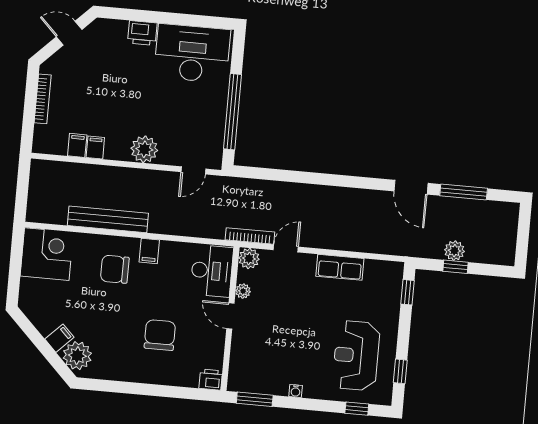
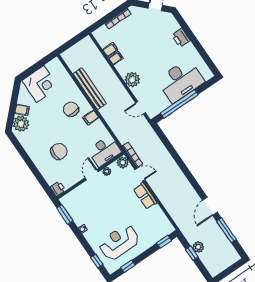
desk: (192, 53) -> (181, 81), moved, turned 90
corner desk: (47, 254) -> (40, 84), moved
row of seats: (340, 267) -> (145, 196), moved

